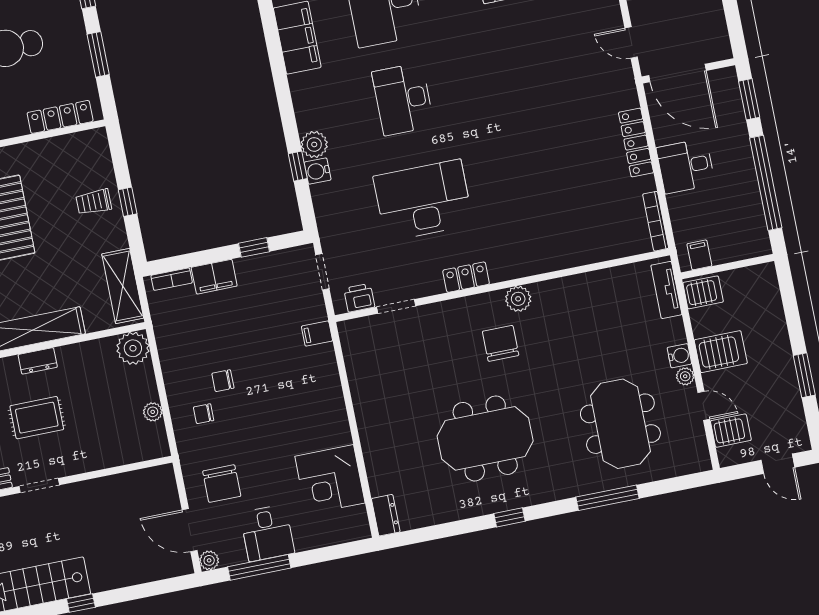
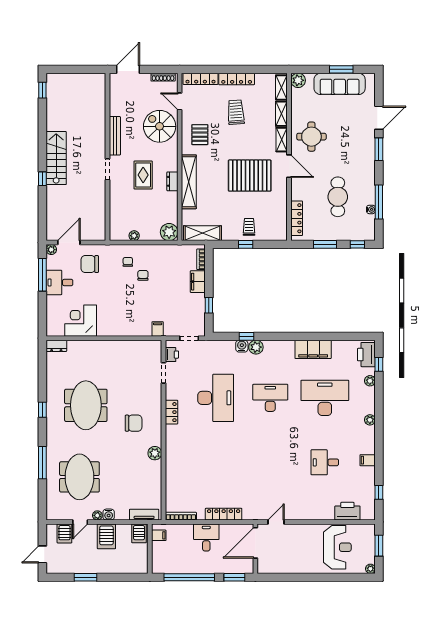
plant: (518, 299) -> (155, 453), moved
meeting table: (620, 424) -> (79, 477), turned 90

